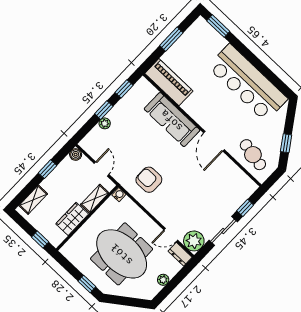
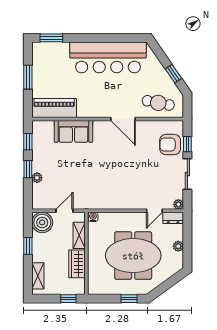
sofa: (172, 120) -> (74, 131), width x0.73
boiler: (76, 154) -> (42, 222), width x1.86, depth x1.86
door: (102, 169) -> (64, 211), hinge flipped
armchair: (149, 180) -> (170, 145), moved
plant: (194, 241) -> (178, 204), width x0.53, depth x0.53

